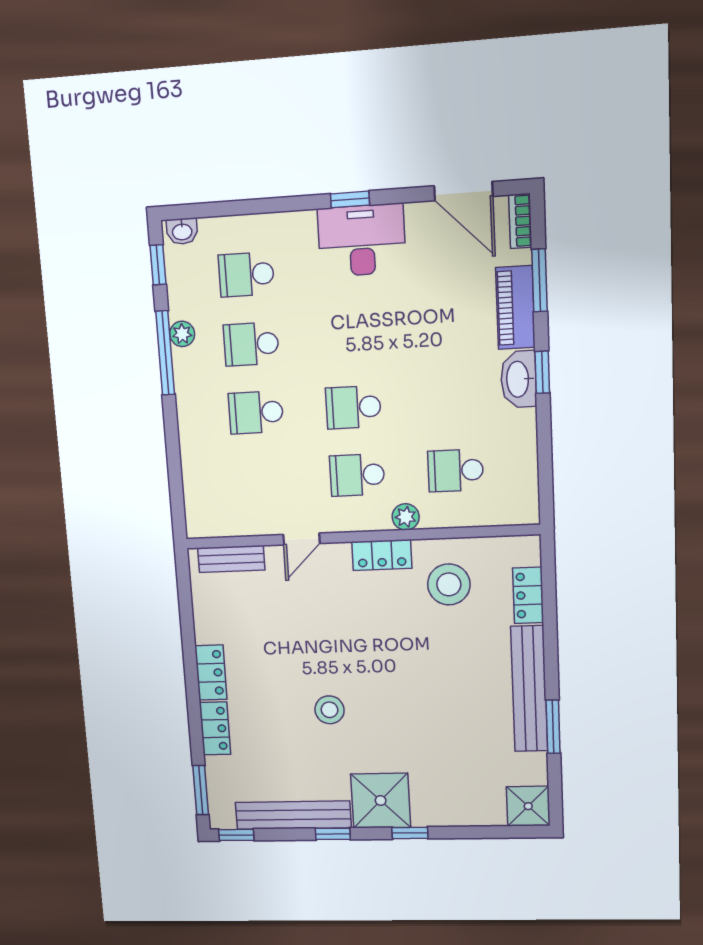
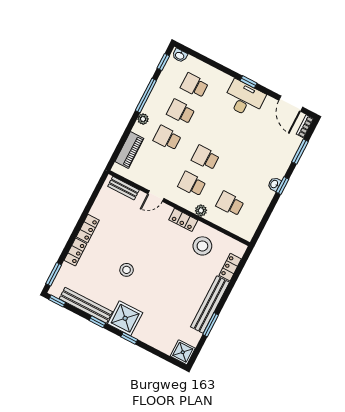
piano: (515, 308) -> (129, 150), moved, turned 180
plant: (182, 334) -> (143, 119), moved
washbasin: (519, 379) -> (274, 184), width x0.52, depth x0.69

